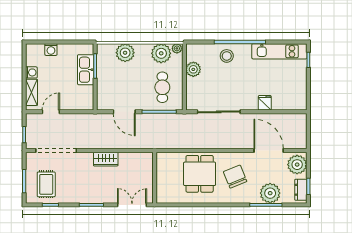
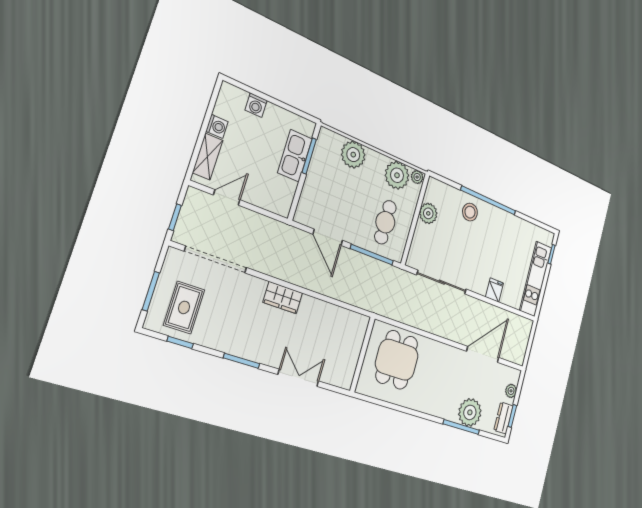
kitchen unit: (279, 51) -> (536, 279), moved, turned 90
door: (269, 151) -> (483, 354), hinge flipped
plant: (297, 165) -> (511, 391), width x0.53, depth x0.53
chair: (235, 177) -> (437, 377), removed
wall: (155, 178) -> (362, 354), moved

